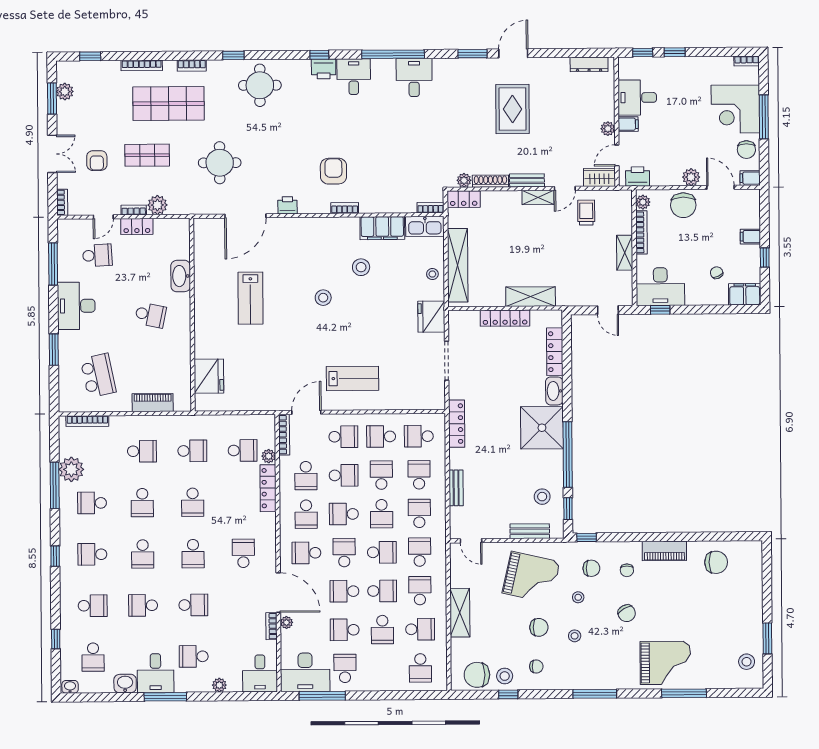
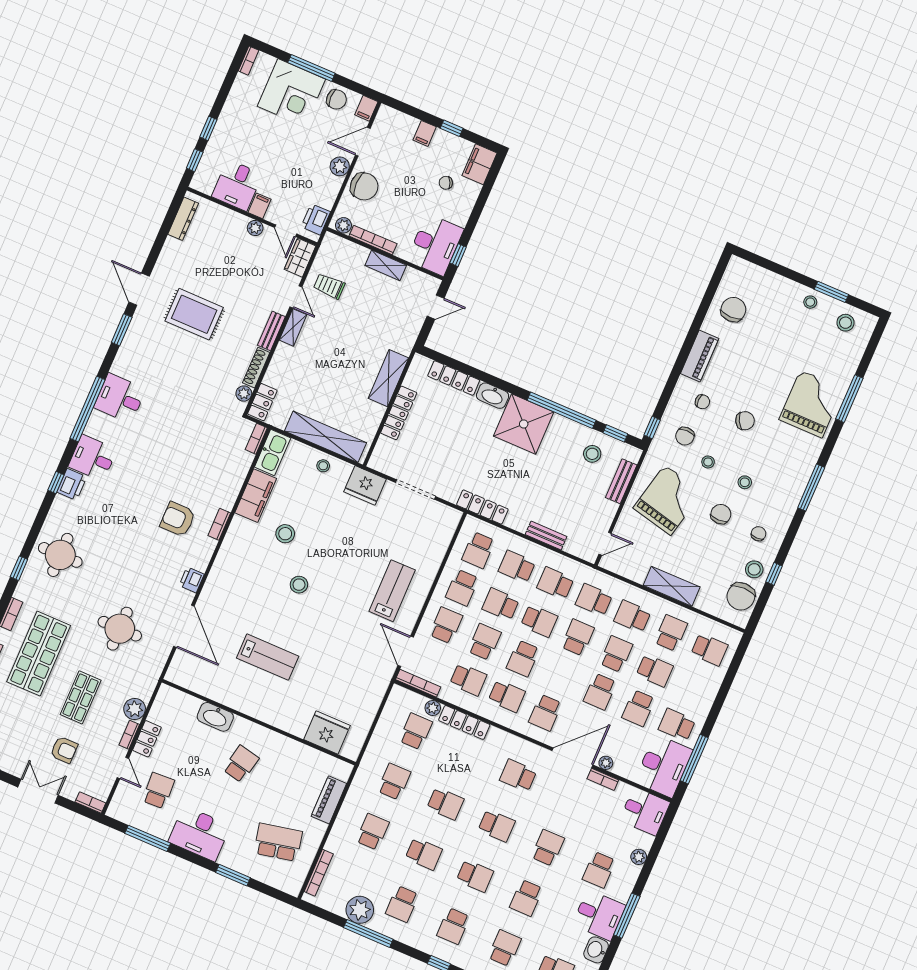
school desk: (344, 553) -> (561, 675), removed
chair: (591, 568) -> (685, 436), turned 180
stool: (751, 624) -> (810, 302), added

